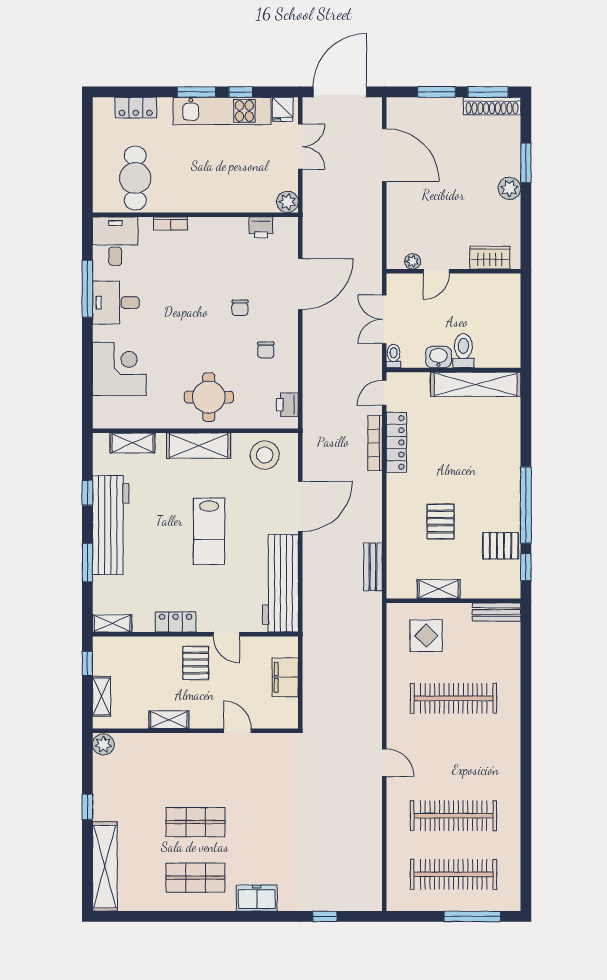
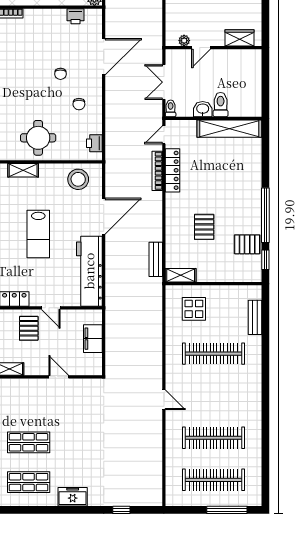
shelving: (199, 446) -> (23, 170), width x0.67, depth x0.75
shelving: (439, 589) -> (181, 275), moved
bench: (496, 612) -> (255, 317), moved, turned 90

